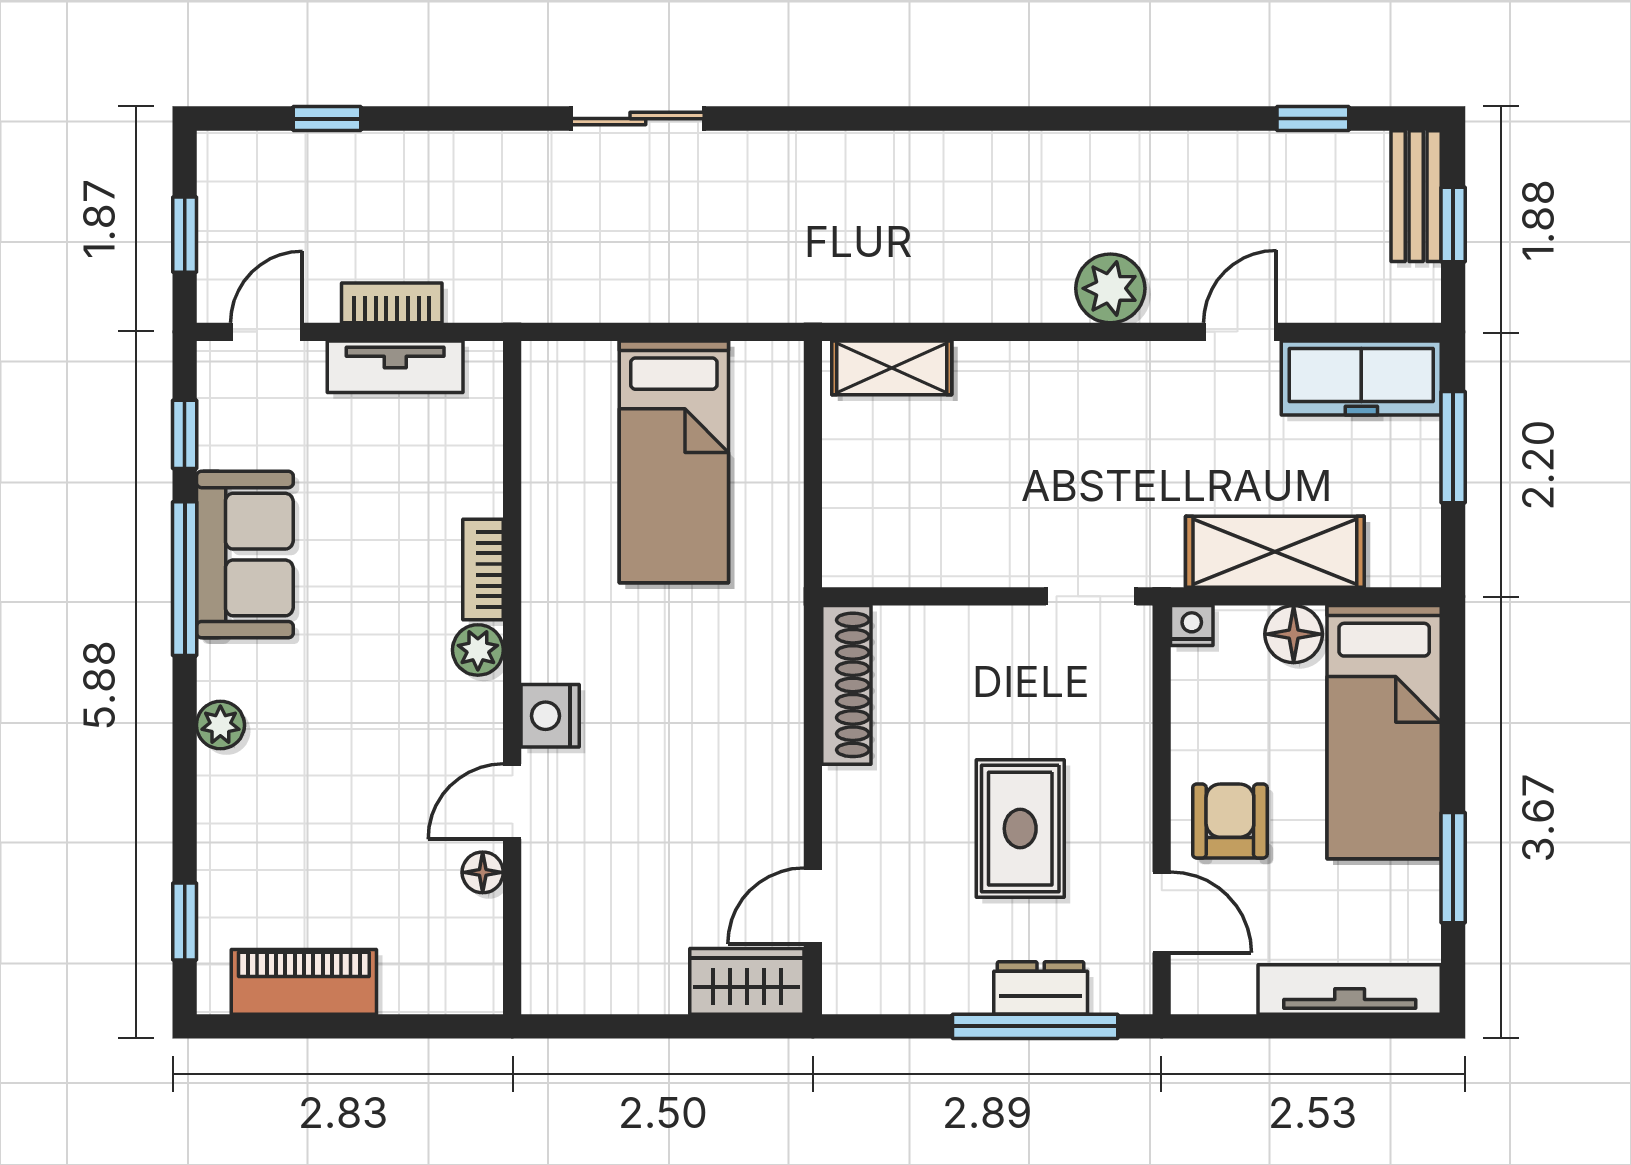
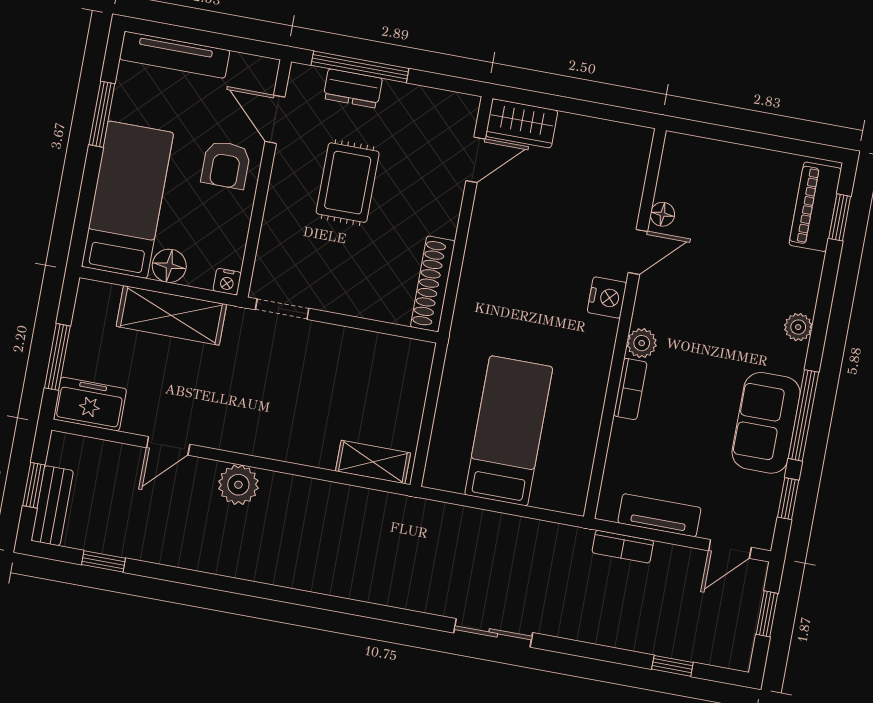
bookcase: (392, 303) -> (623, 547), moved
freezer: (1361, 378) -> (90, 404), width x0.71
piano: (304, 982) -> (815, 207), moved, turned 90

